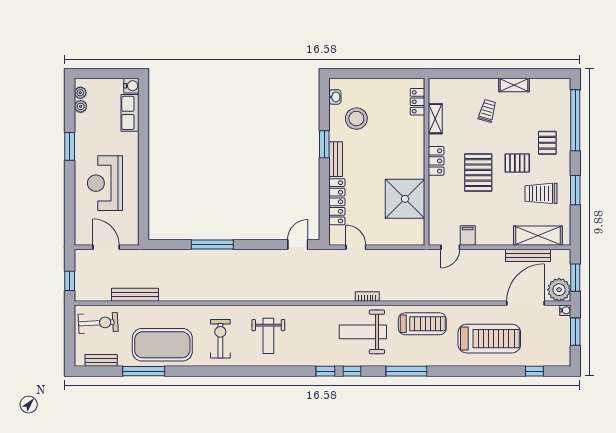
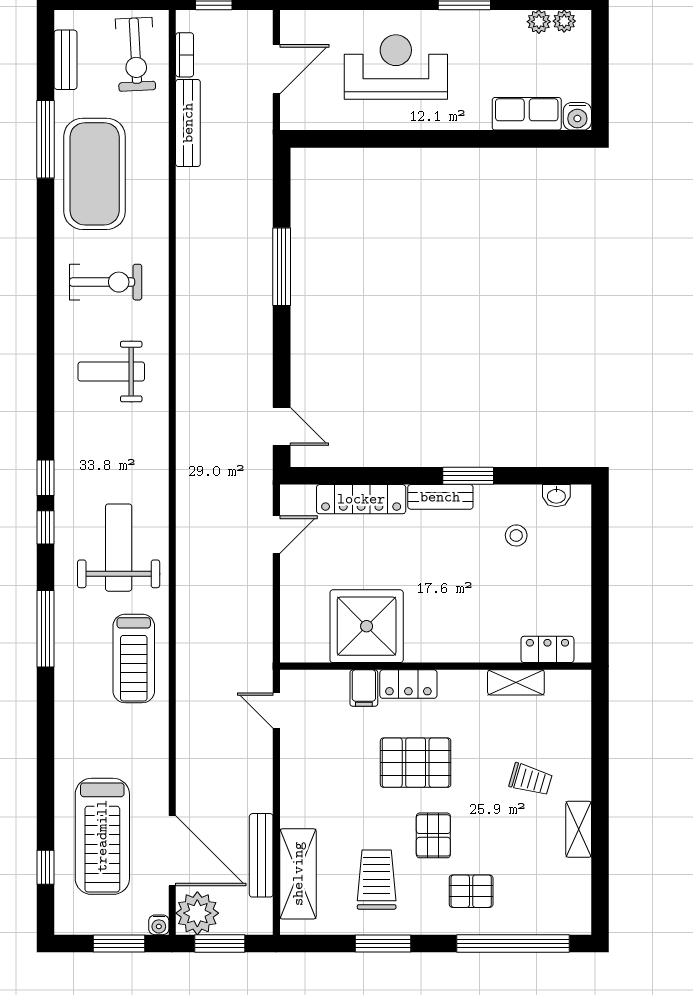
stool: (356, 119) -> (516, 535), width x0.53, depth x0.53
locker: (436, 161) -> (408, 684), moved
filing cabinet: (468, 235) -> (364, 688), moved, turned 90
bookcase: (367, 296) -> (185, 55), moved
treadmill: (489, 339) -> (102, 836), moved

